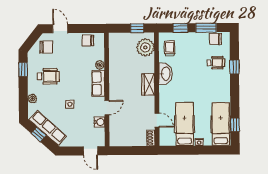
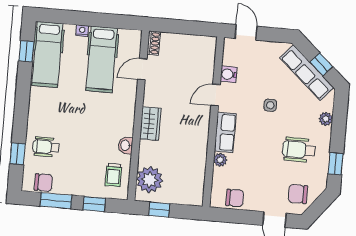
window: (234, 67) -> (18, 154), moved
washbasin: (165, 74) -> (126, 145), width x0.52, depth x0.69
door: (157, 120) -> (142, 69), hinge flipped

